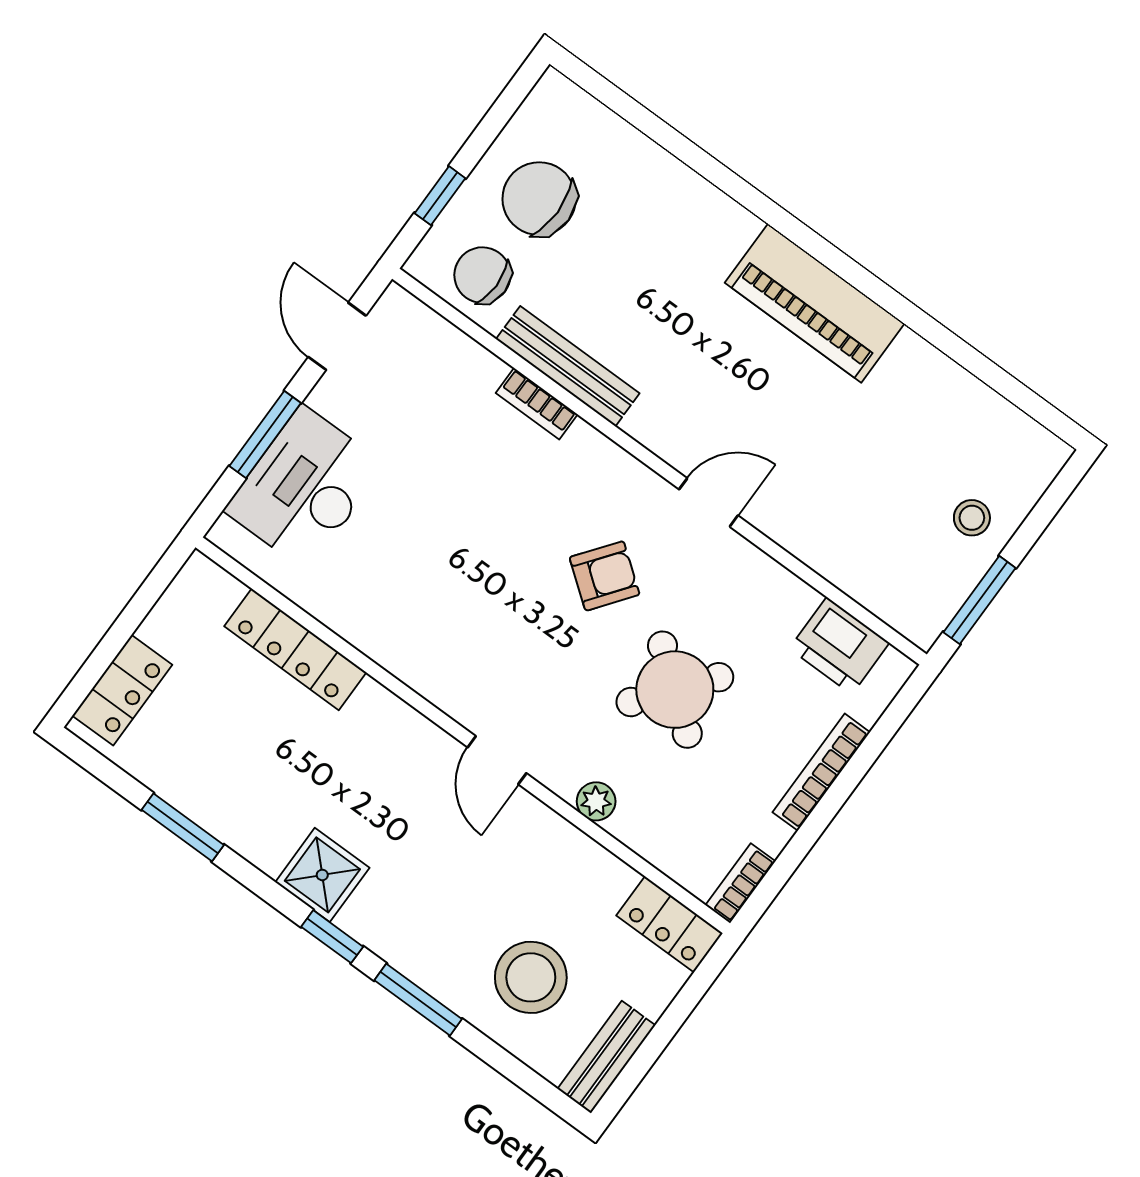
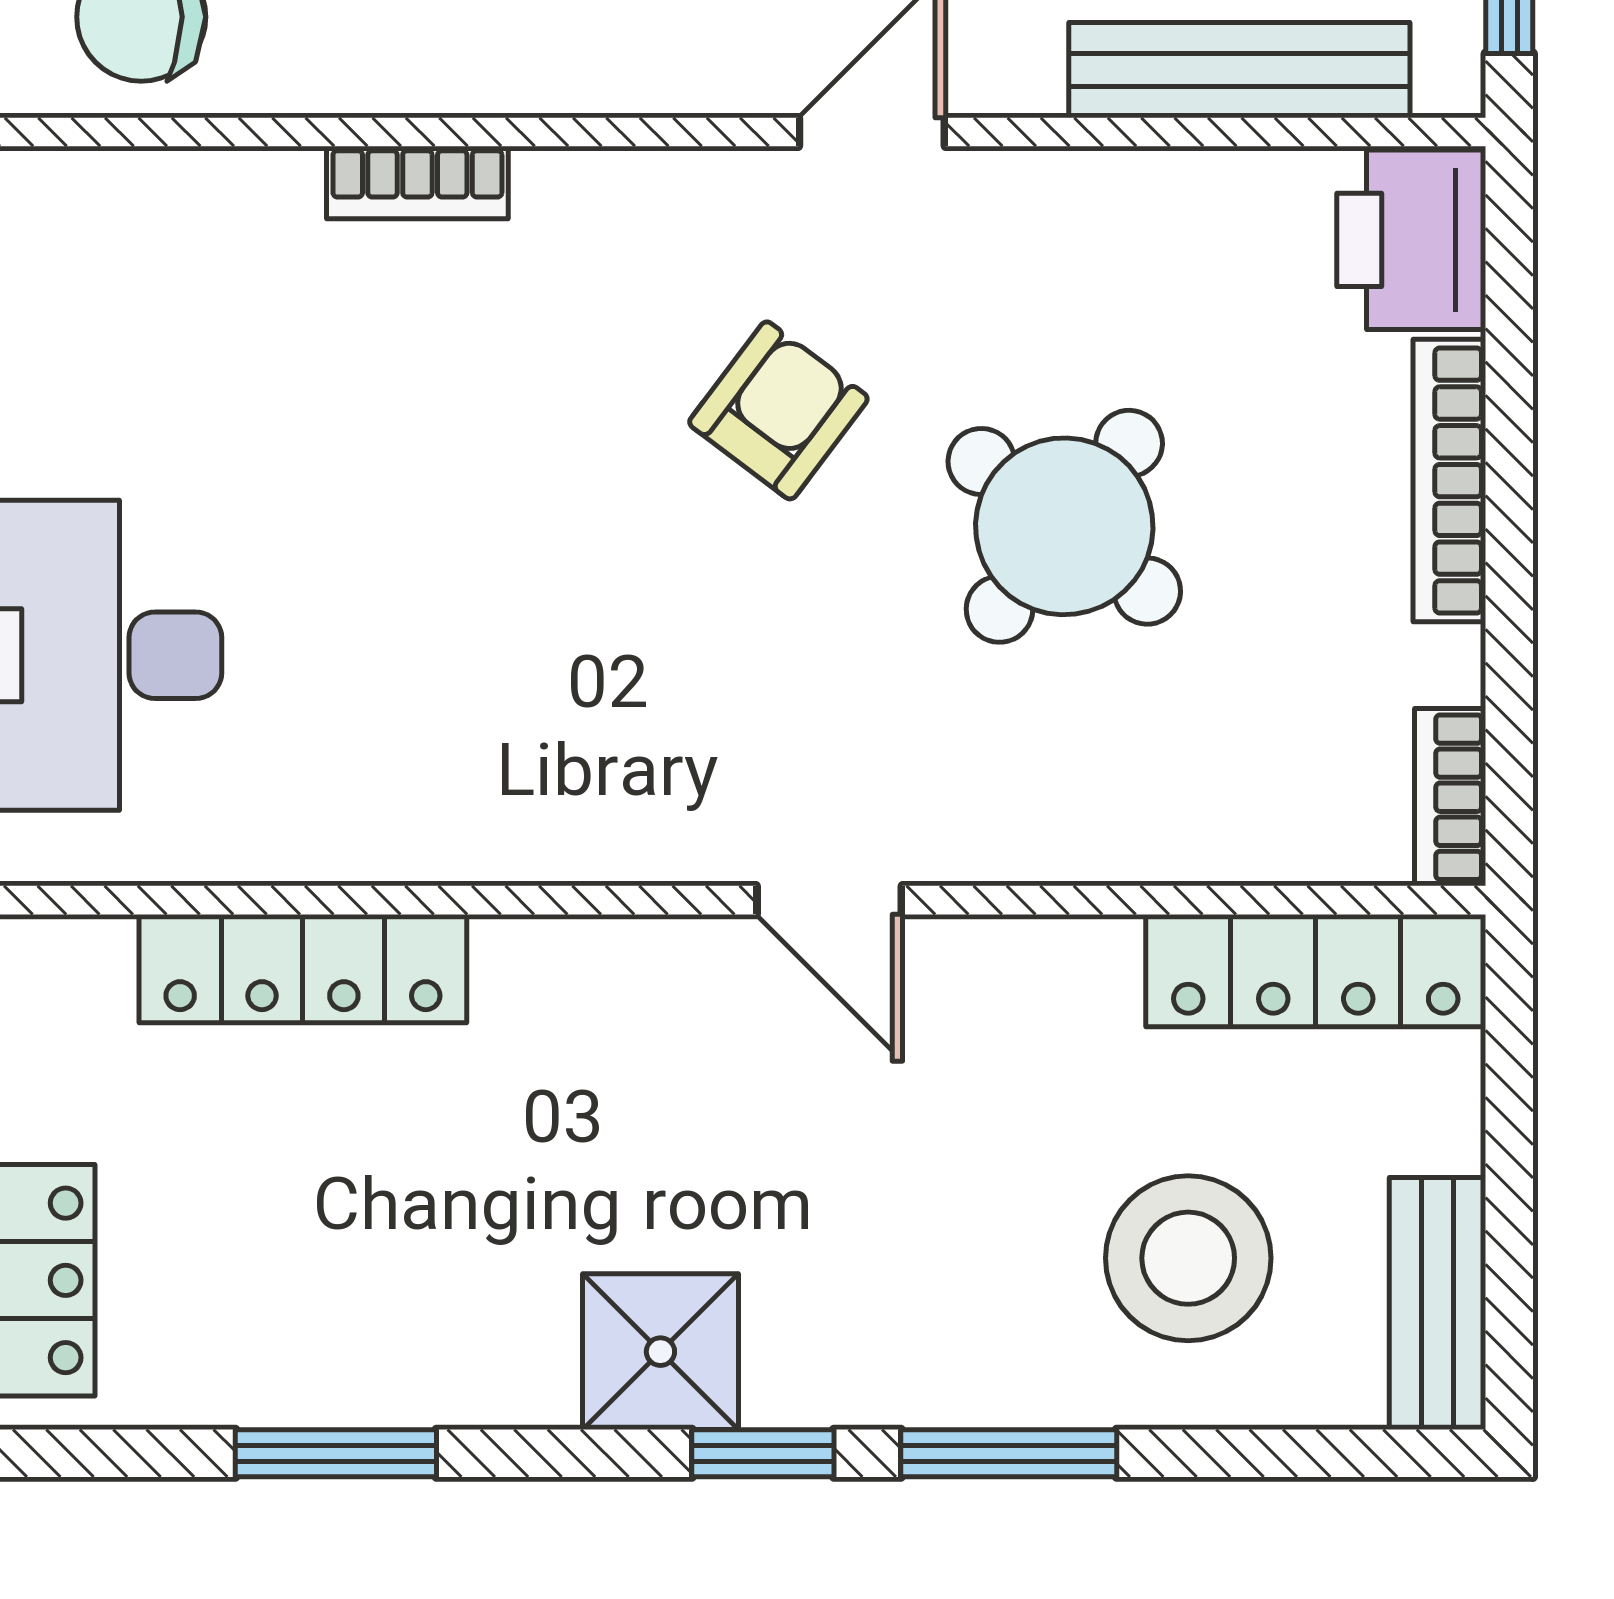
bench: (568, 366) -> (1239, 70), moved
printer: (839, 646) -> (1411, 240), moved, turned 90
plant: (596, 801) -> (1070, 842), removed
locker: (670, 924) -> (1316, 971), width x1.53

